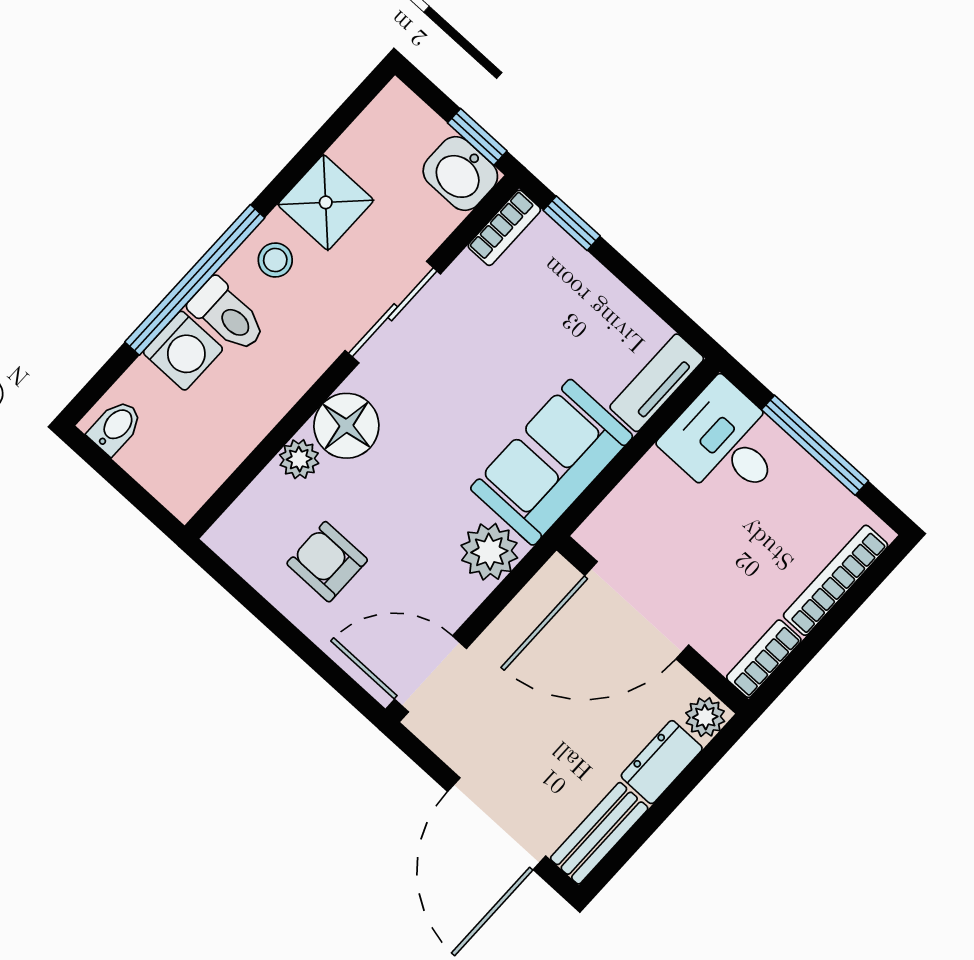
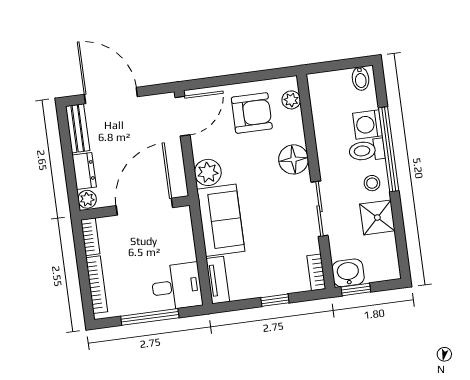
window: (572, 223) -> (275, 300), moved
plant: (299, 459) -> (291, 100), moved
armchair: (327, 562) -> (252, 113), width x1.38, depth x1.38

